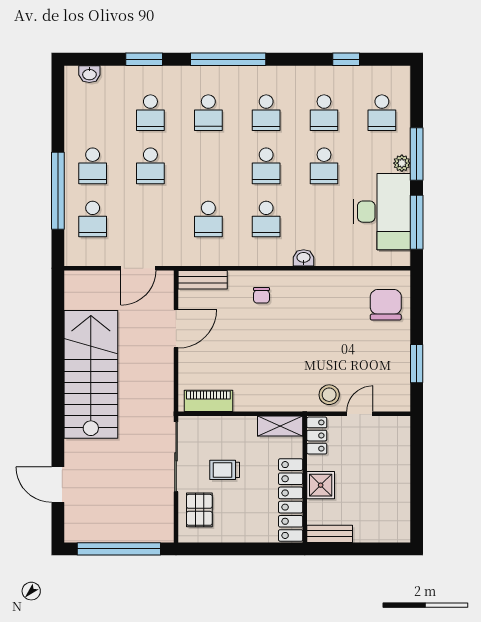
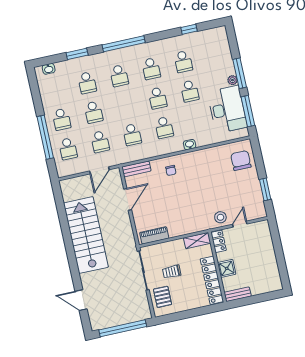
school desk: (382, 113) -> (100, 142), moved

